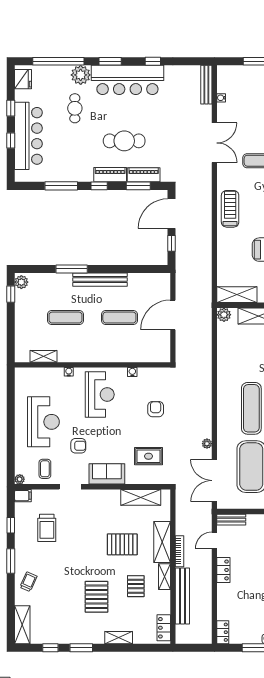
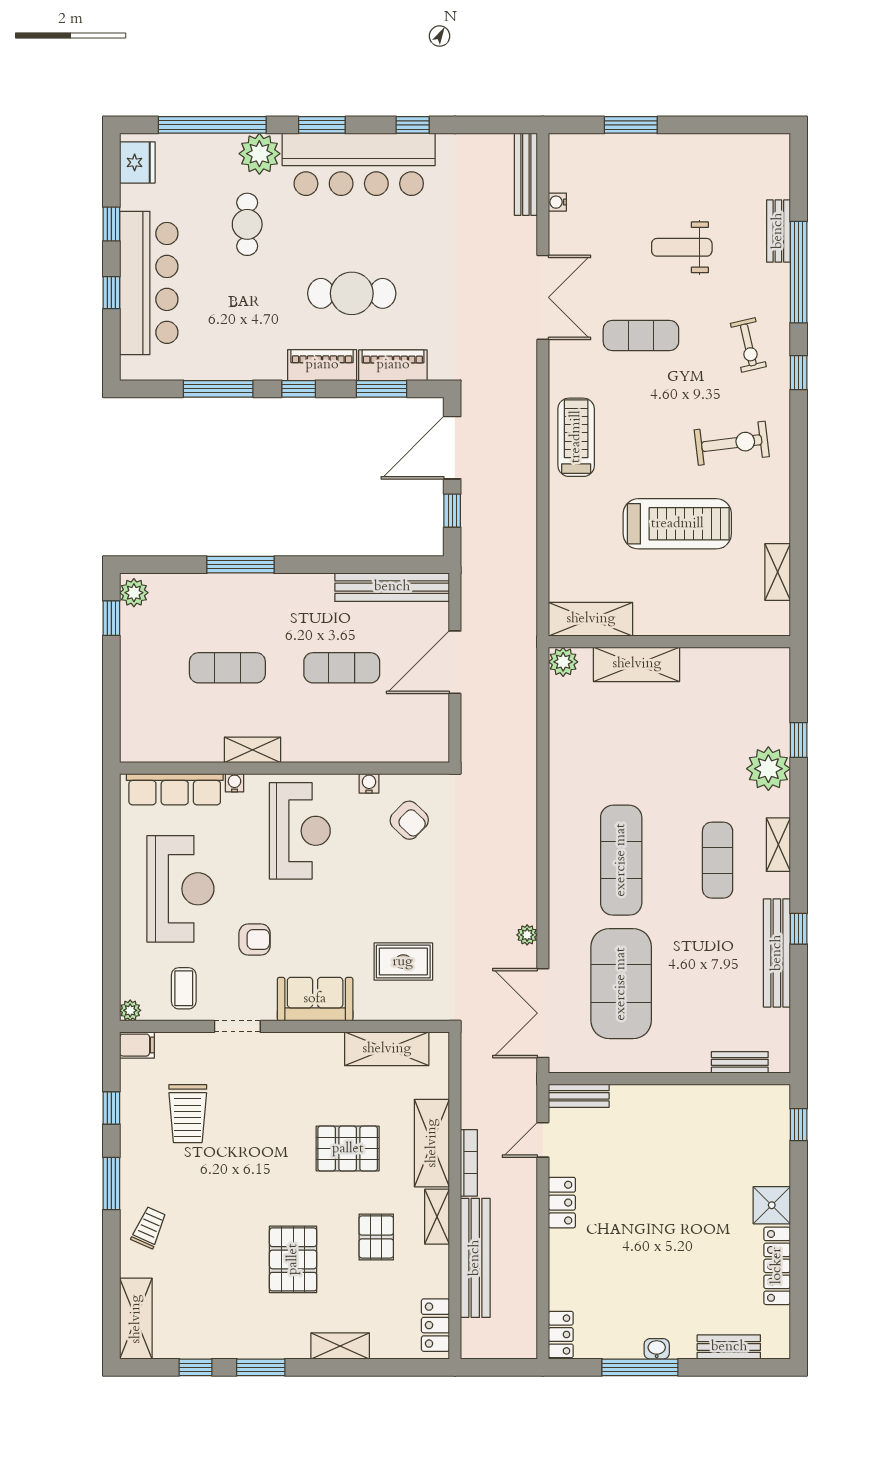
bench: (100, 280) -> (392, 587), moved
shelving: (43, 356) -> (253, 750), moved
row of seats: (41, 375) -> (175, 789), added
armchair: (156, 409) -> (409, 820), moved, turned 134

